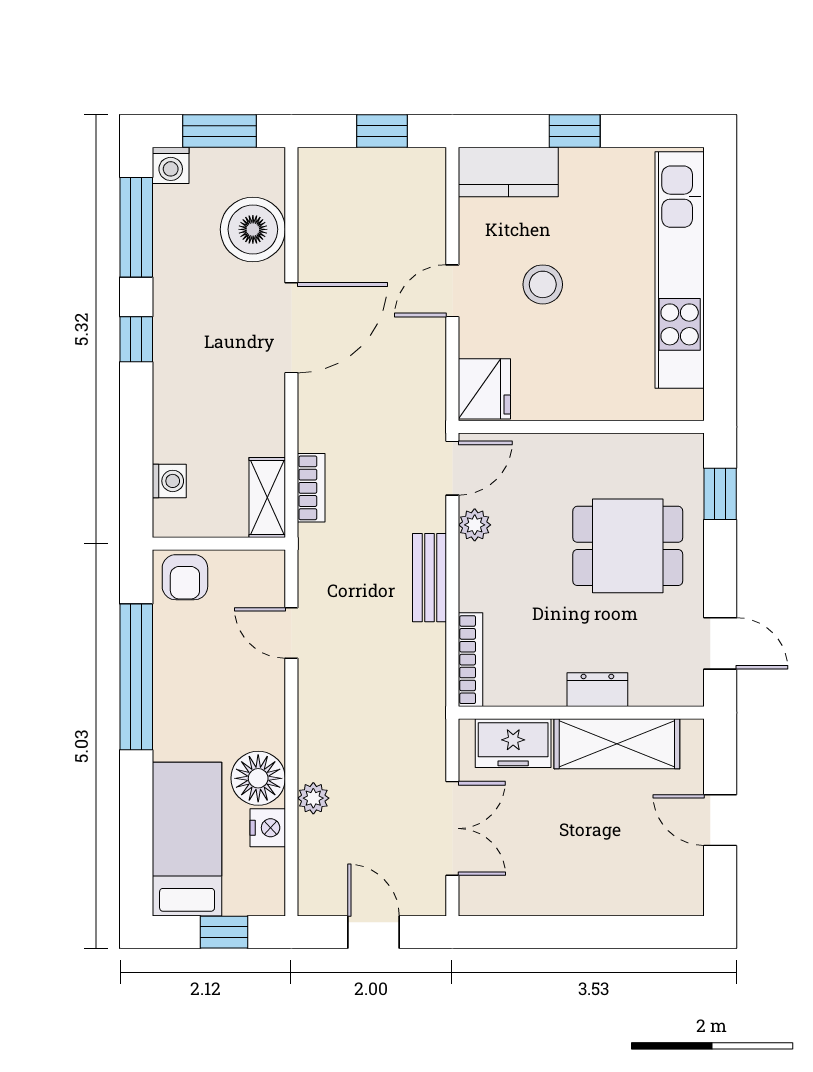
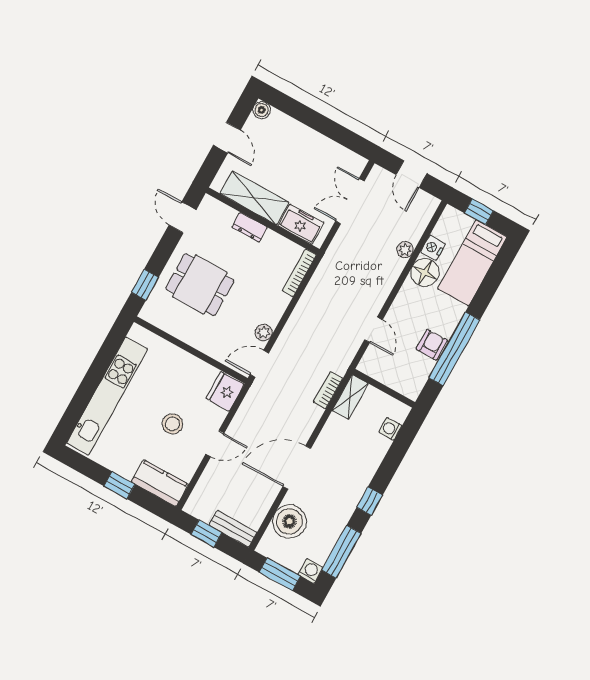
armchair: (185, 577) -> (432, 345), moved
bench: (429, 578) -> (233, 529), moved, turned 90
boiler: (687, 899) -> (262, 110), added

